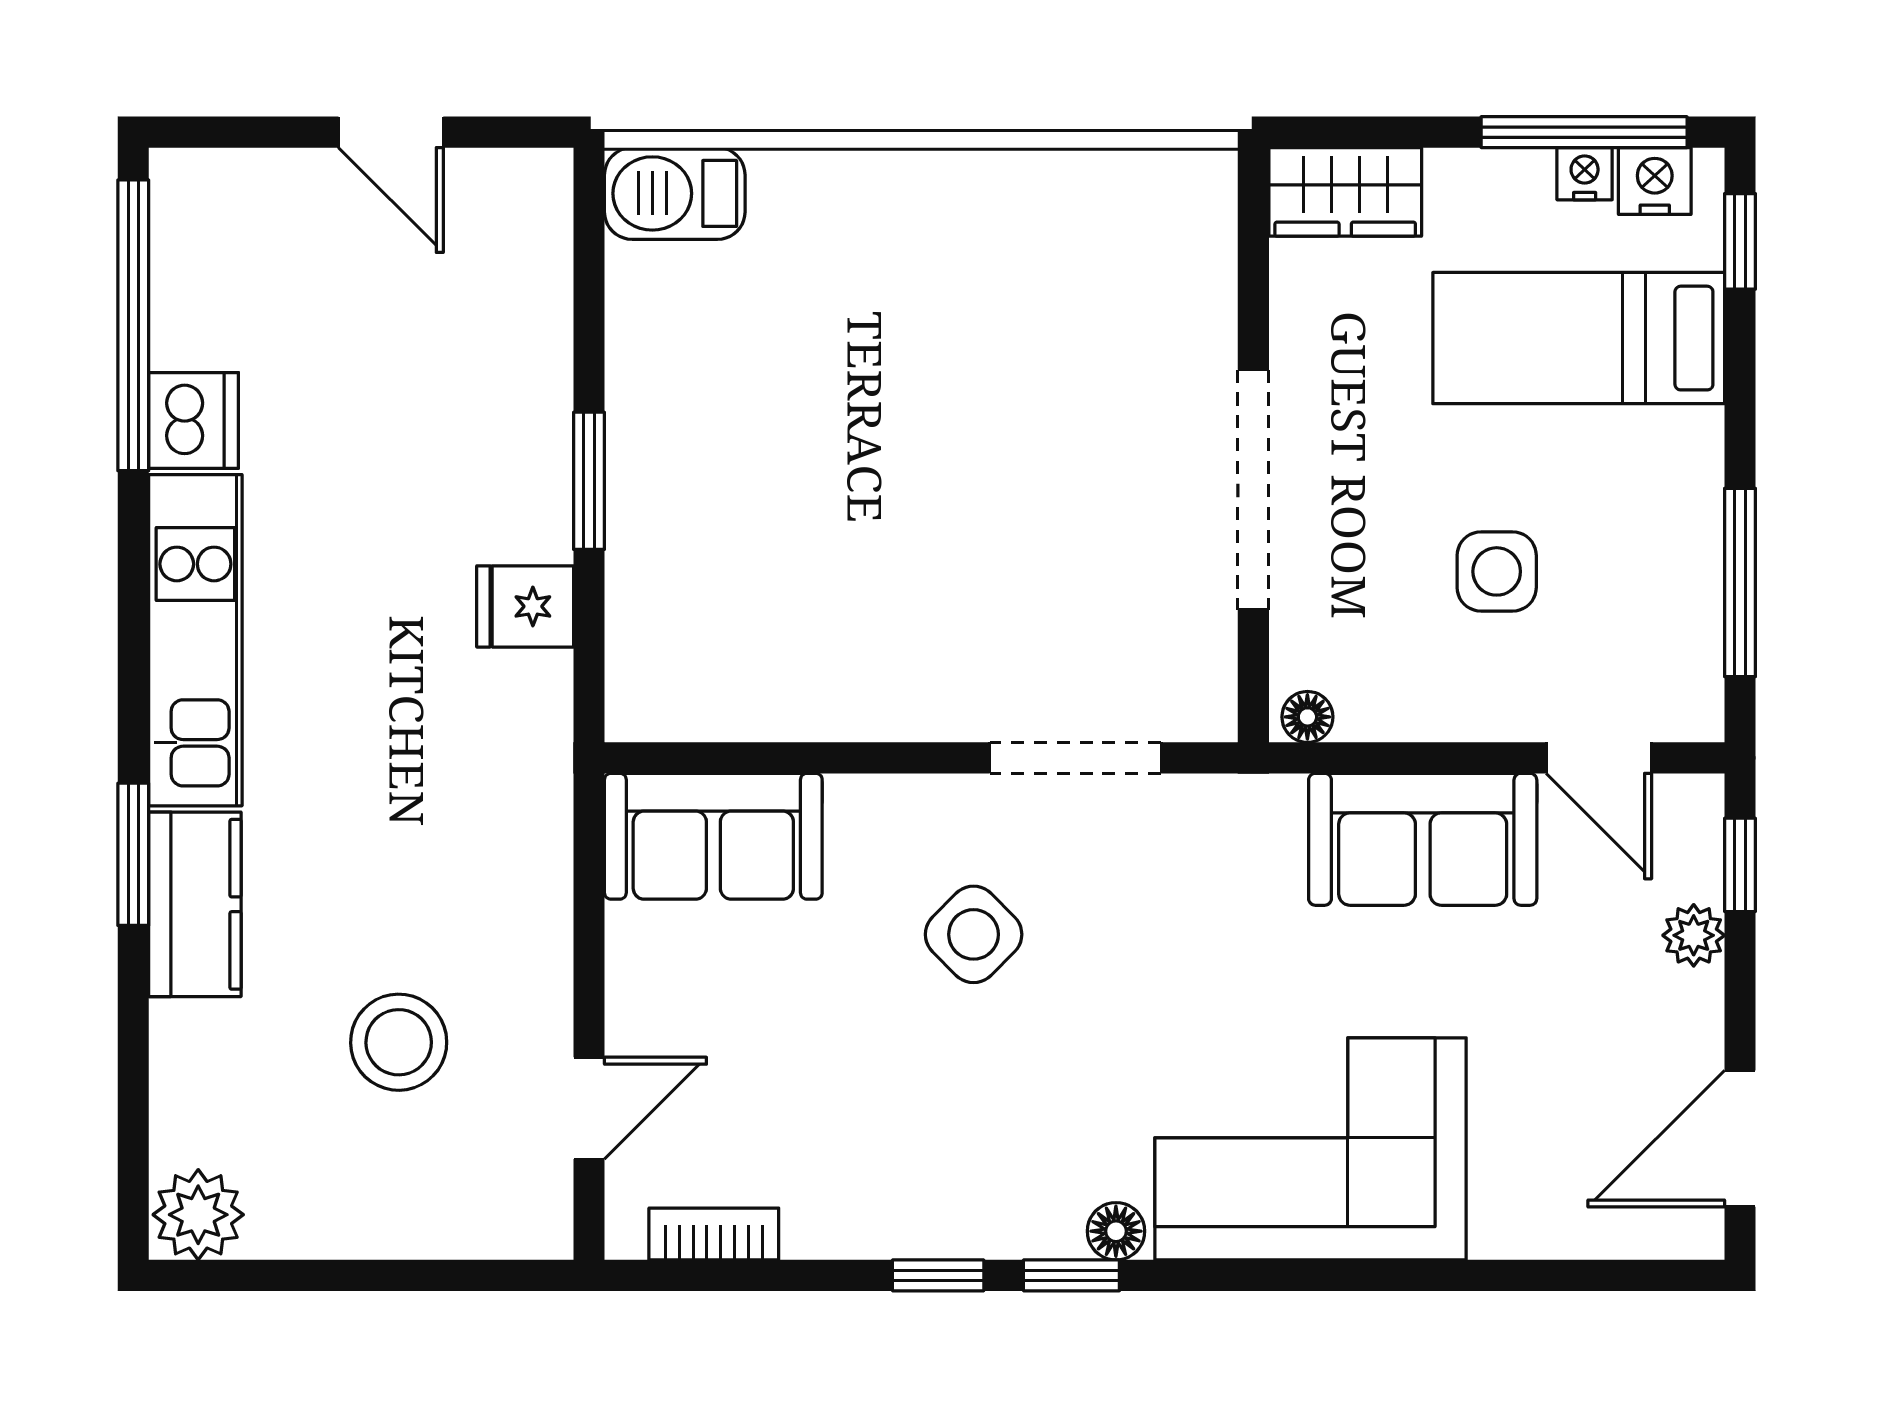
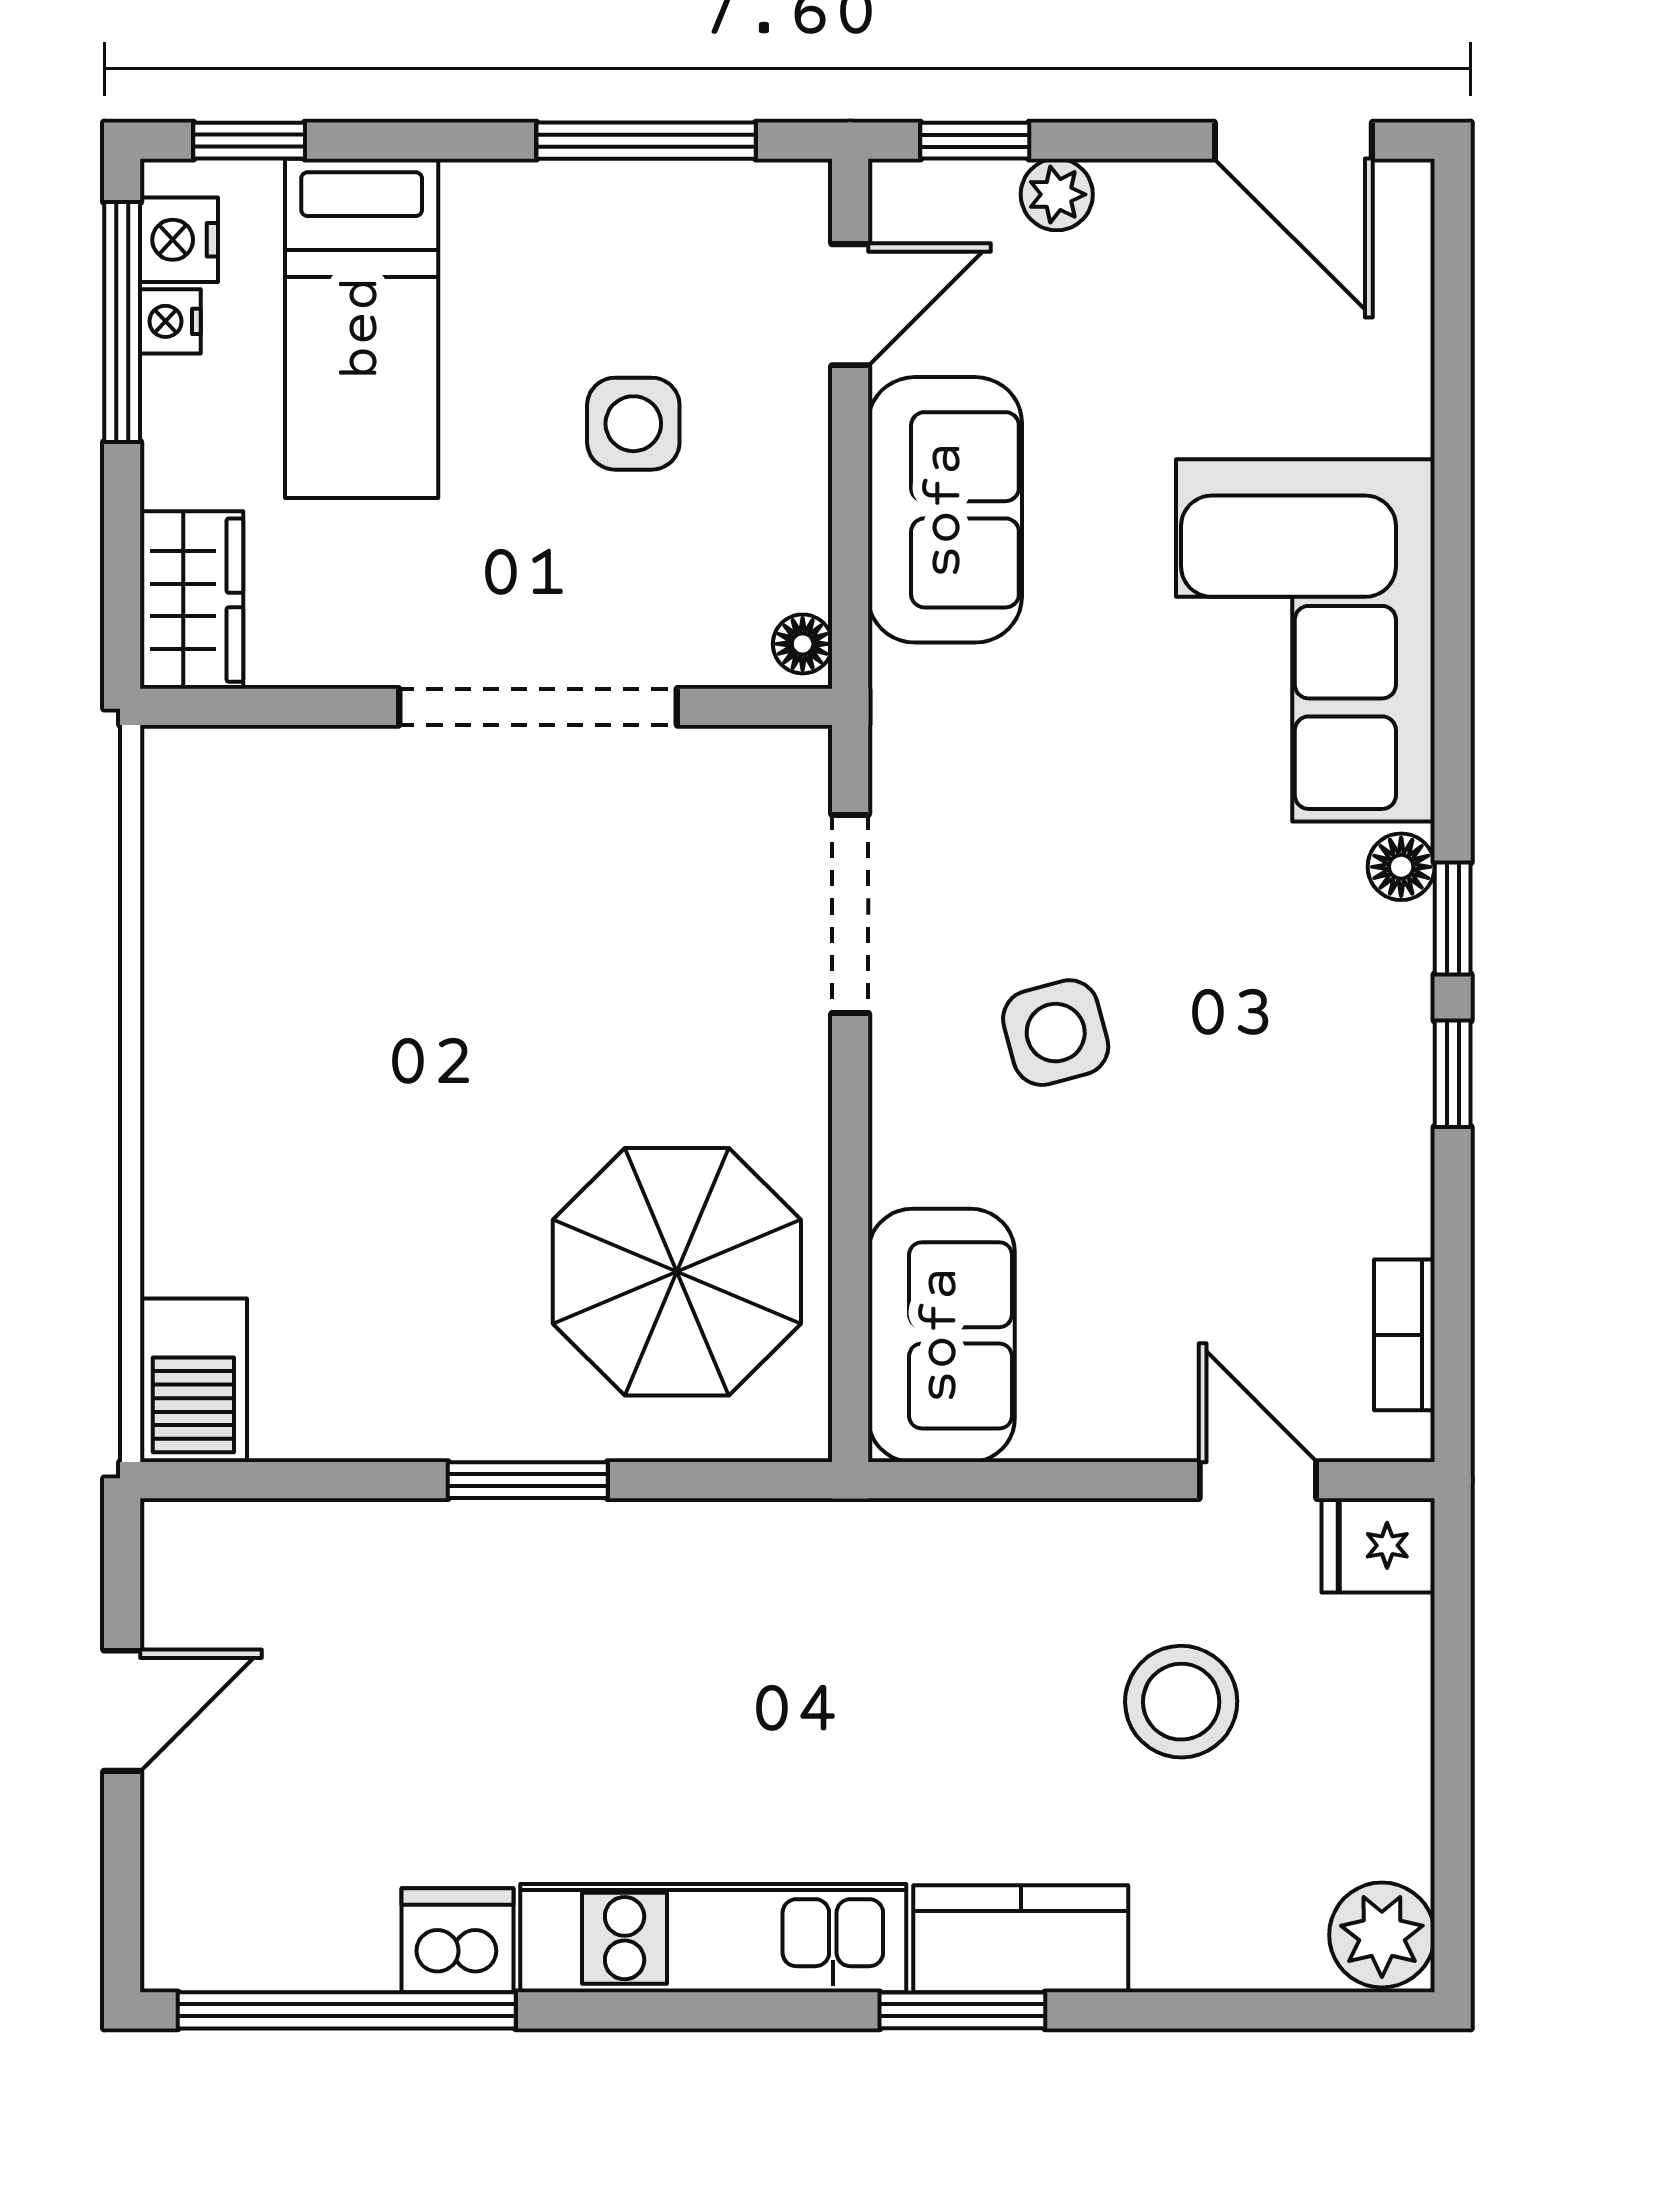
fridge: (525, 606) -> (1378, 1545), moved, turned 90
parasol: (768, 609) -> (677, 1272), added
side table: (974, 934) -> (1056, 1033), turned 30

